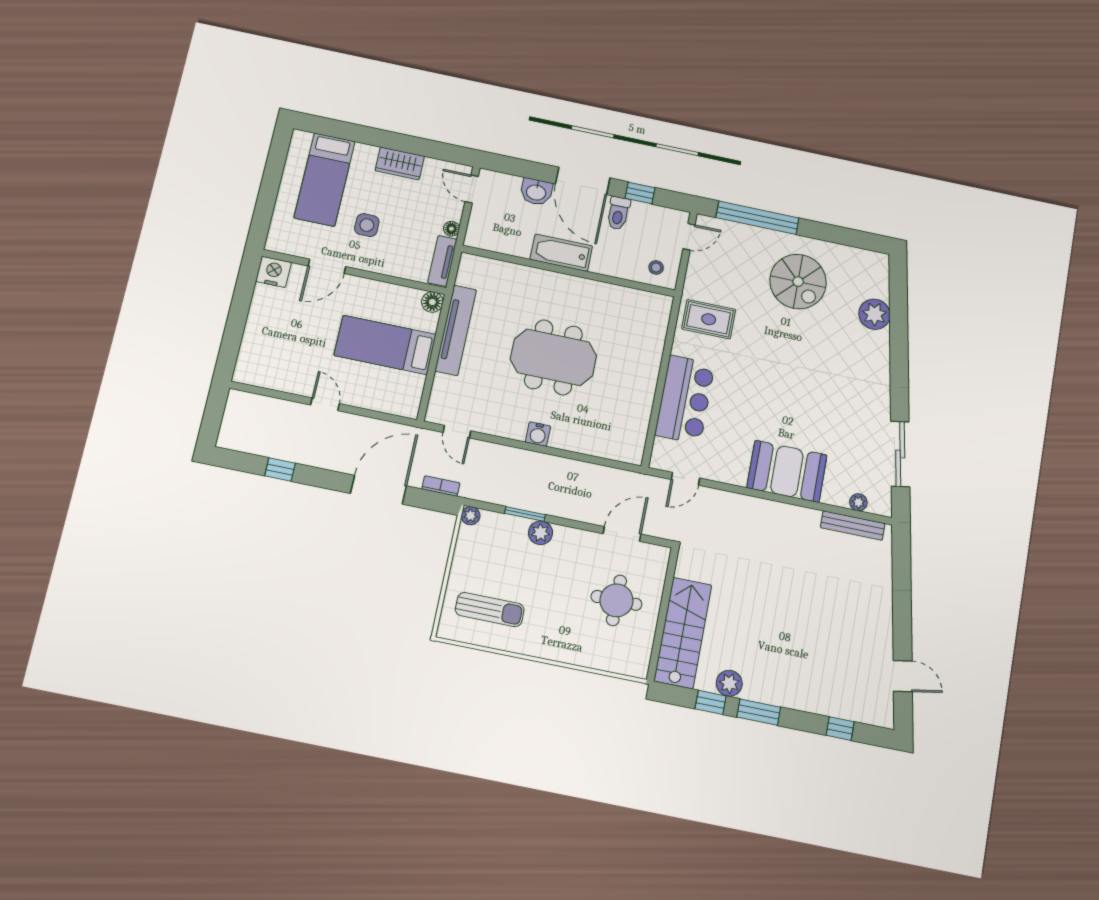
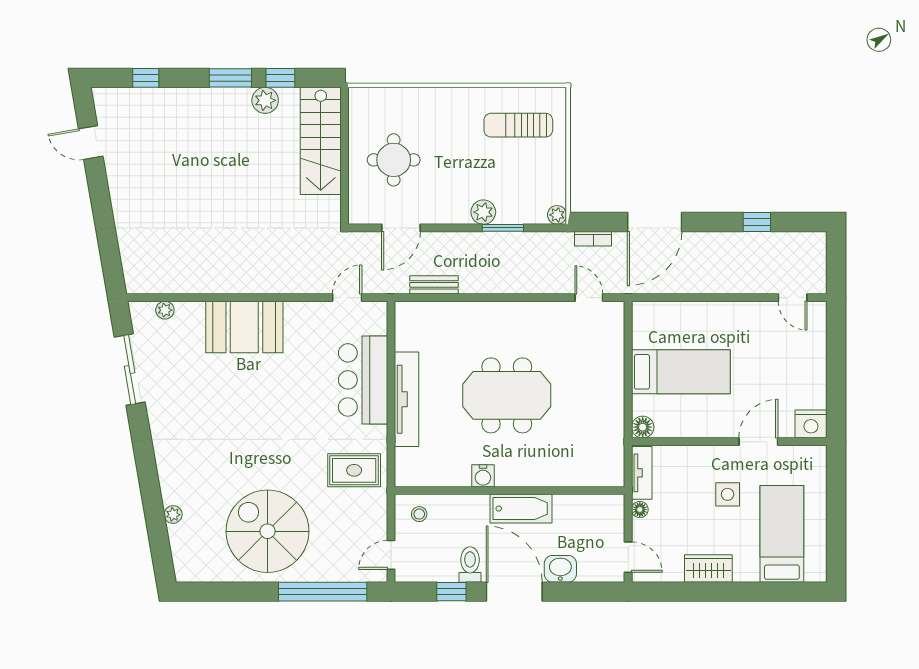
spiral stairs: (798, 282) -> (267, 531), width x1.37, depth x1.37
plant: (874, 314) -> (173, 515), width x0.53, depth x0.53
tv unit: (456, 330) -> (407, 399), moved, turned 180
door: (325, 404) -> (793, 298), moved
water cooler: (538, 434) -> (483, 476), moved, turned 180
bench: (853, 526) -> (434, 285), moved, width x0.73

